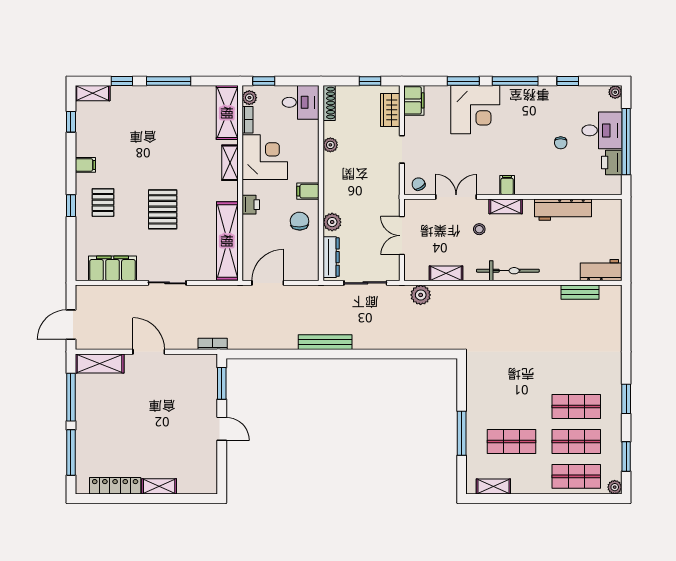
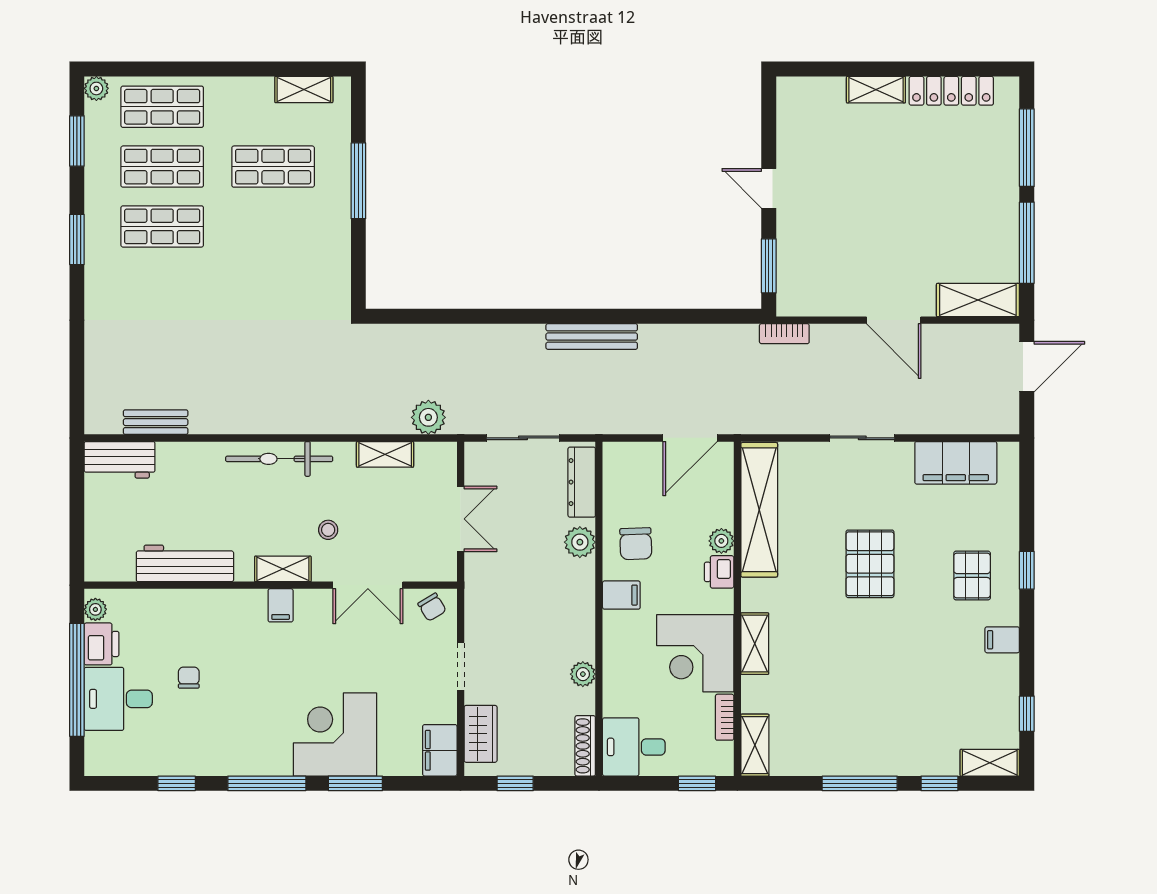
plant: (615, 92) -> (95, 609), moved
plant: (249, 98) -> (721, 541), moved
shelving: (227, 113) -> (755, 745), width x0.67, depth x0.75

